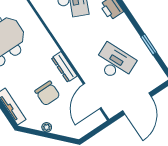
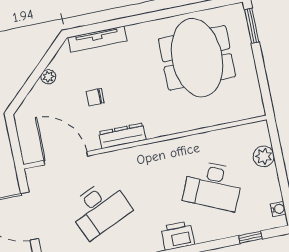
chair: (47, 93) -> (95, 97), width x0.54, depth x0.54

